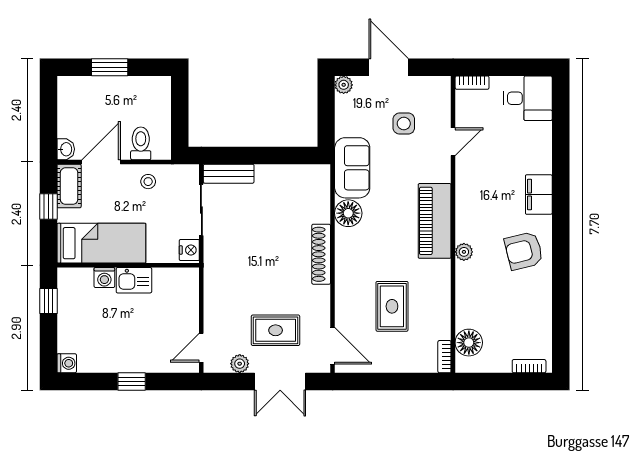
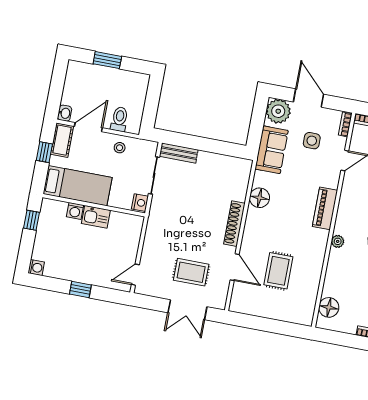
plant: (344, 85) -> (278, 111), width x1.88, depth x1.88
sofa: (352, 168) -> (272, 150), moved
piano: (435, 221) -> (325, 208), width x0.73, depth x0.75
door: (333, 346) -> (235, 267), moved
bookcase: (444, 357) -> (345, 124), moved
plant: (240, 364) -> (161, 291), removed

